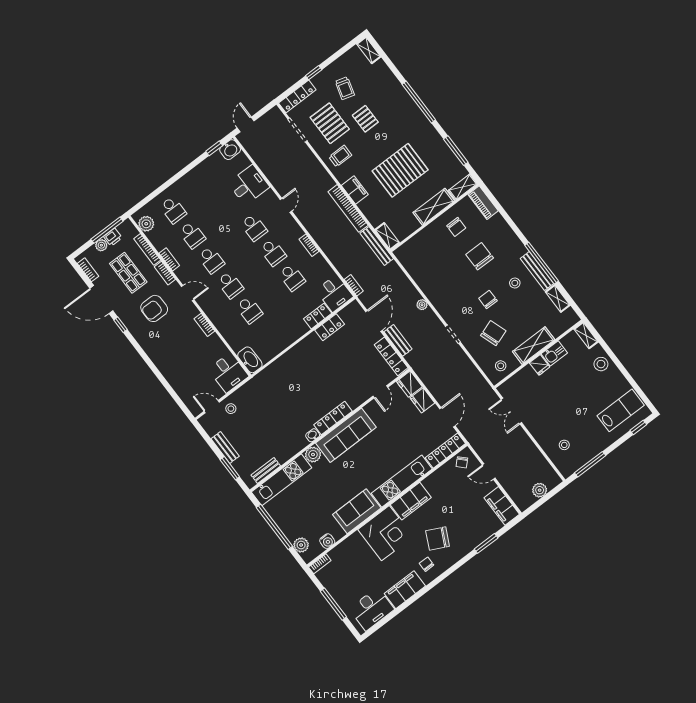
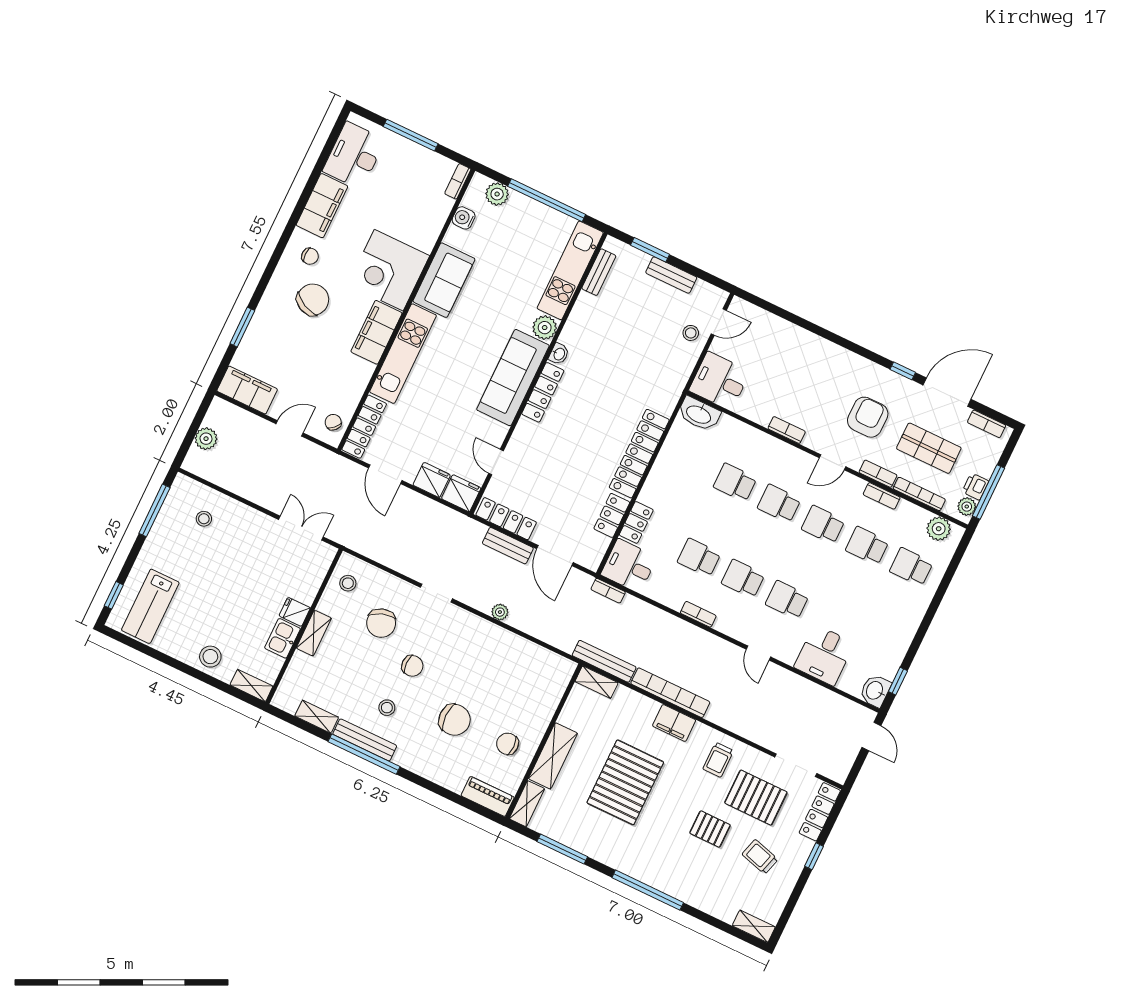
plant: (101, 245) -> (967, 507), moved
shelving: (534, 346) -> (314, 633), width x0.67, depth x0.75
locker: (296, 355) -> (639, 454), added

